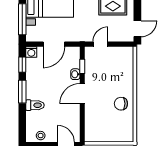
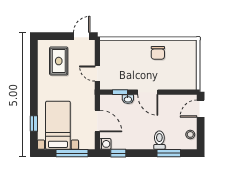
door: (137, 29) -> (82, 36), hinge flipped
window: (22, 92) -> (169, 153), moved

